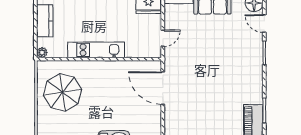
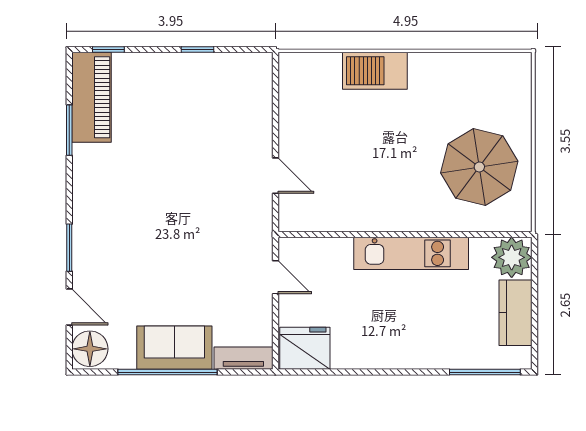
door: (163, 38) -> (275, 277), swing flipped
plant: (42, 53) -> (512, 257), width x1.87, depth x1.87
door: (163, 88) -> (275, 176), width x0.53

